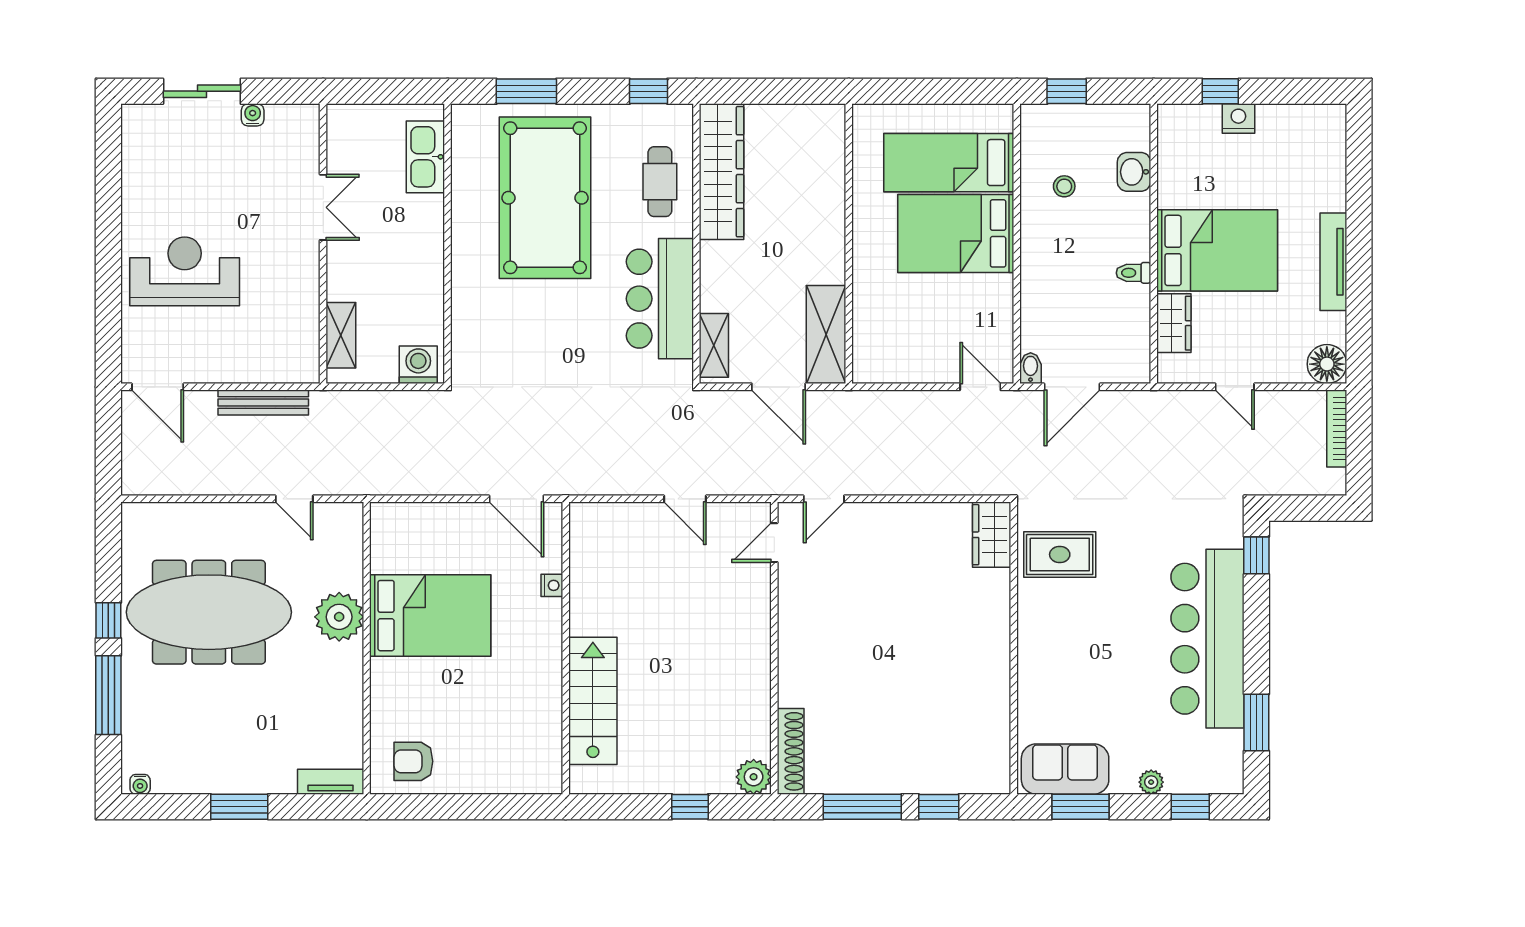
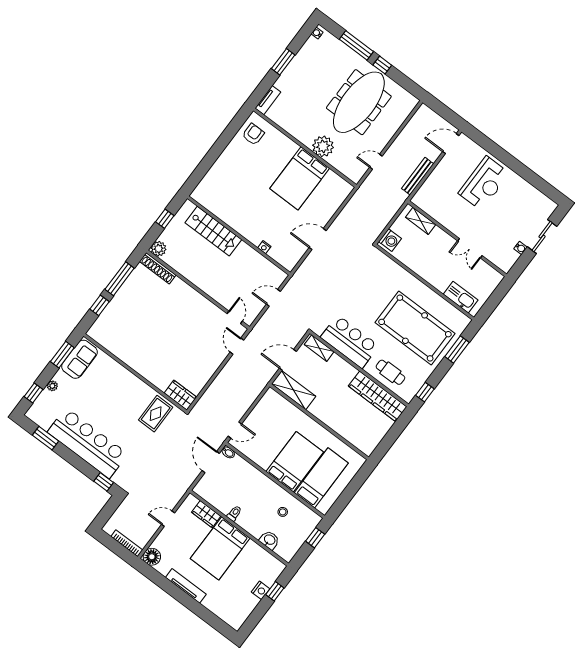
nightstand: (552, 585) -> (264, 247), moved
wall: (566, 648) -> (239, 235), moved
stairs: (593, 701) -> (213, 231), moved

